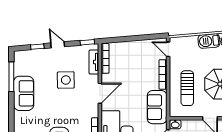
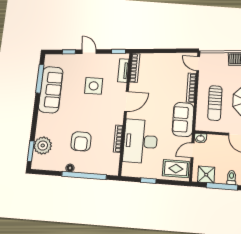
sofa: (24, 93) -> (51, 90), width x1.36

